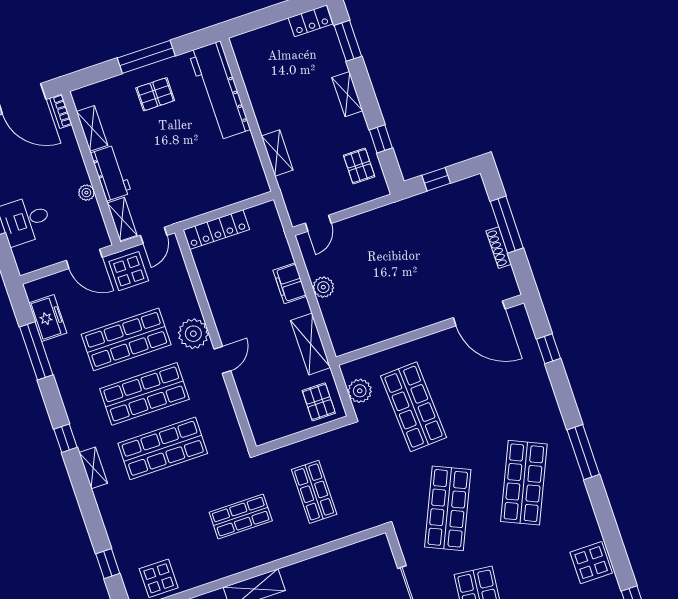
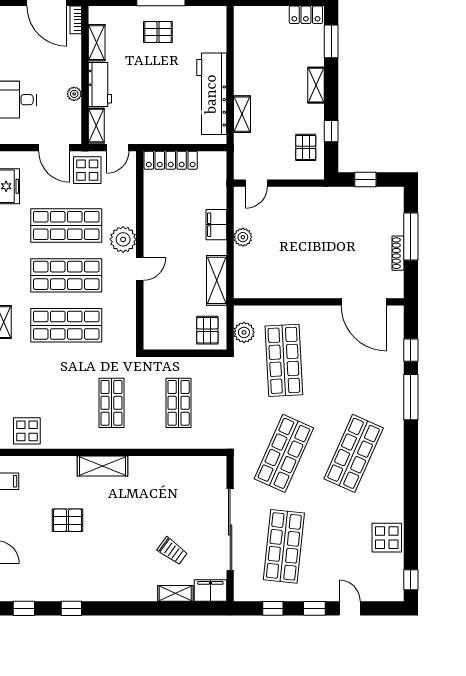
workbench: (219, 91) -> (212, 94), moved
window: (583, 452) -> (411, 397), moved
shop shelf: (241, 517) -> (111, 403), turned 90

